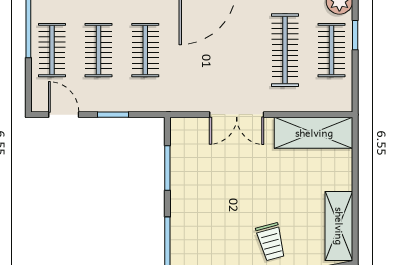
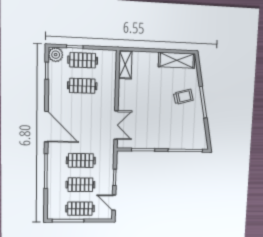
clothes rail: (285, 50) -> (82, 86), width x0.73
door: (64, 115) -> (114, 203), hinge flipped
double door: (237, 115) -> (116, 125), moved
shelving: (314, 133) -> (125, 65), width x0.67, depth x0.75

